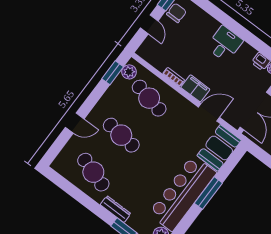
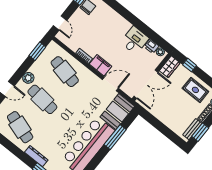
door: (149, 24) -> (60, 23), moved
desk: (225, 44) -> (135, 40), moved
plant: (129, 72) -> (28, 78), moved
window: (208, 193) -> (115, 137), moved

